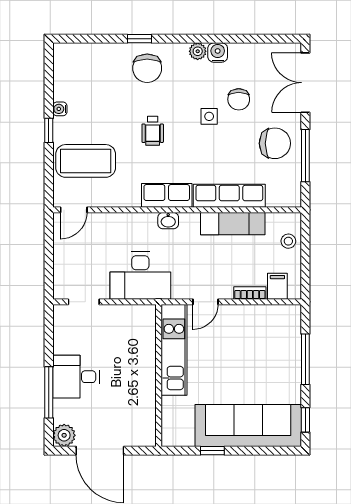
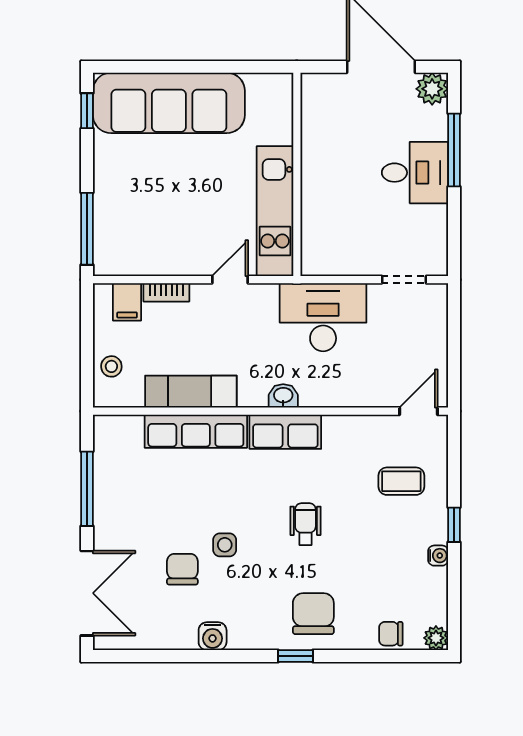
window: (140, 39) -> (295, 656), moved
plant: (198, 51) -> (436, 638), moved
chair: (275, 143) -> (391, 634), moved, width x0.54, depth x0.54
coffee table: (86, 161) -> (401, 481), width x0.54, depth x0.58
window: (305, 359) -> (87, 229), moved
window: (212, 451) -> (220, 67), removed

